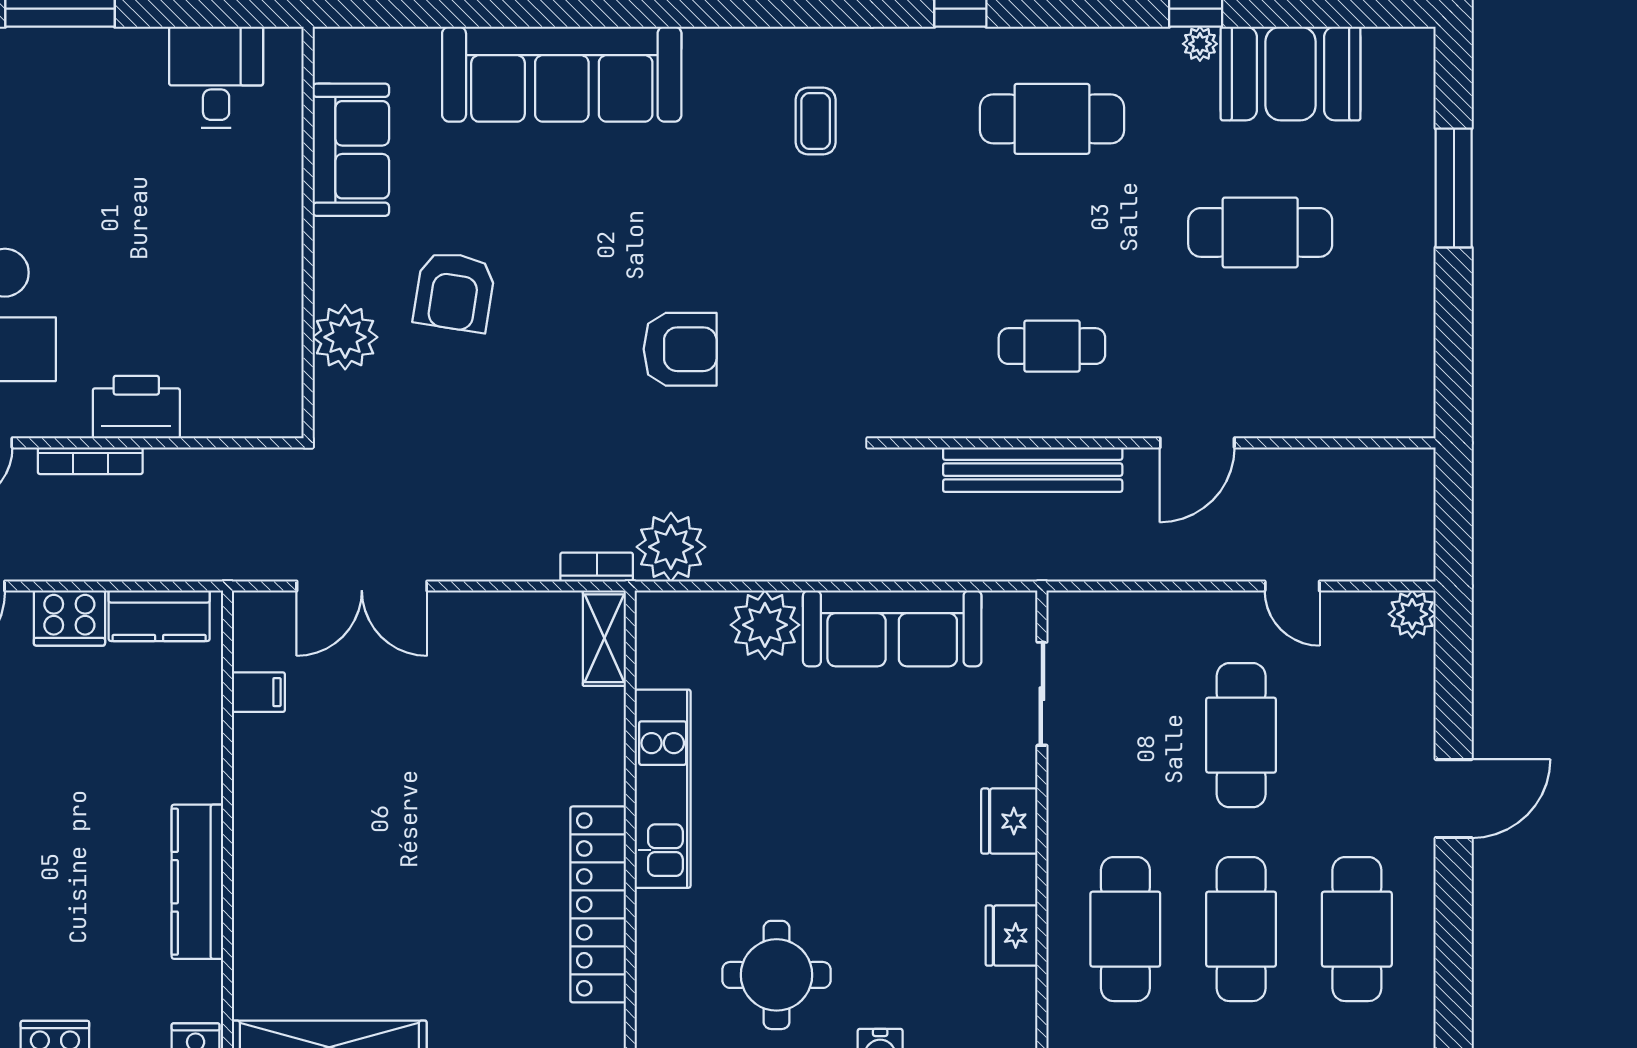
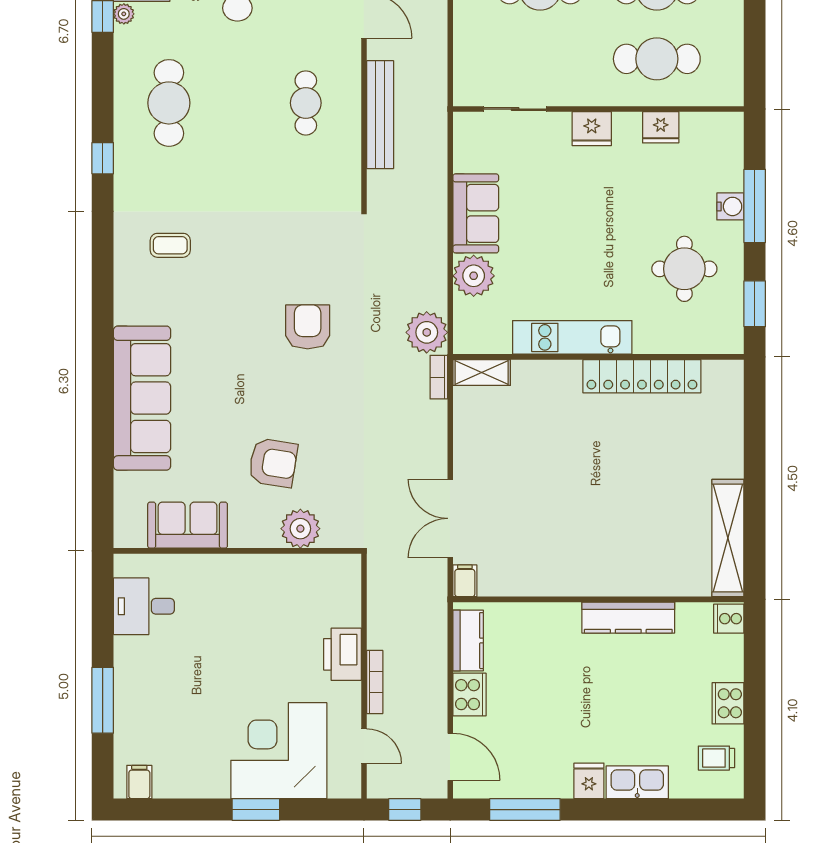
double door: (362, 586) -> (450, 518), swing flipped
sofa: (892, 628) -> (476, 213), width x0.73
filing cabinet: (258, 692) -> (465, 581), moved

